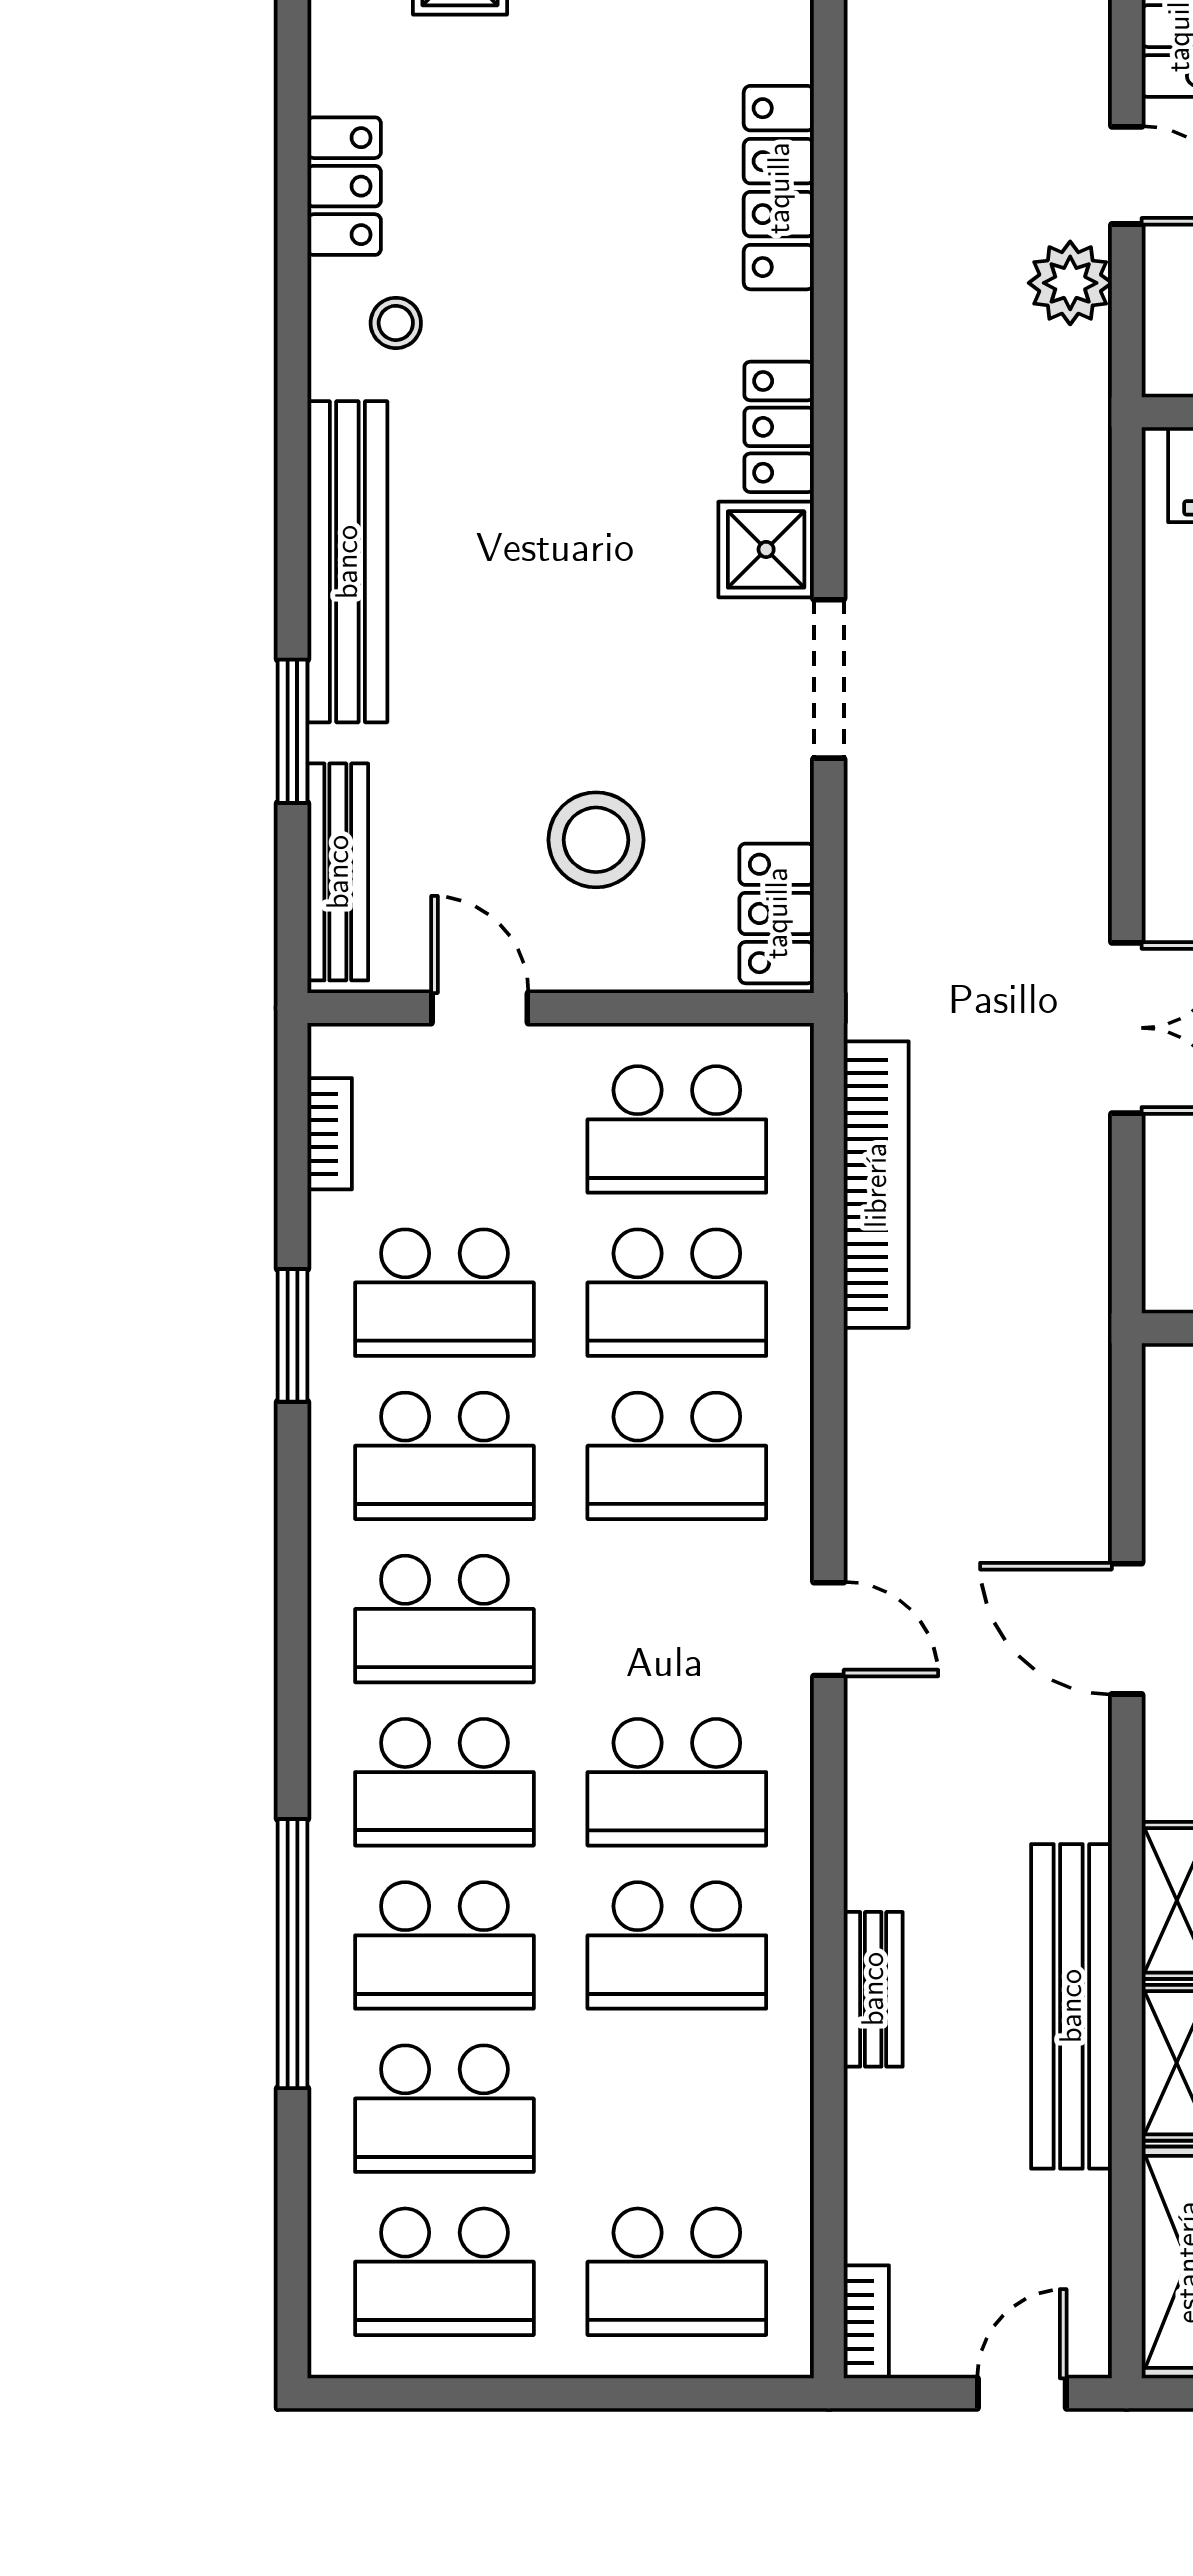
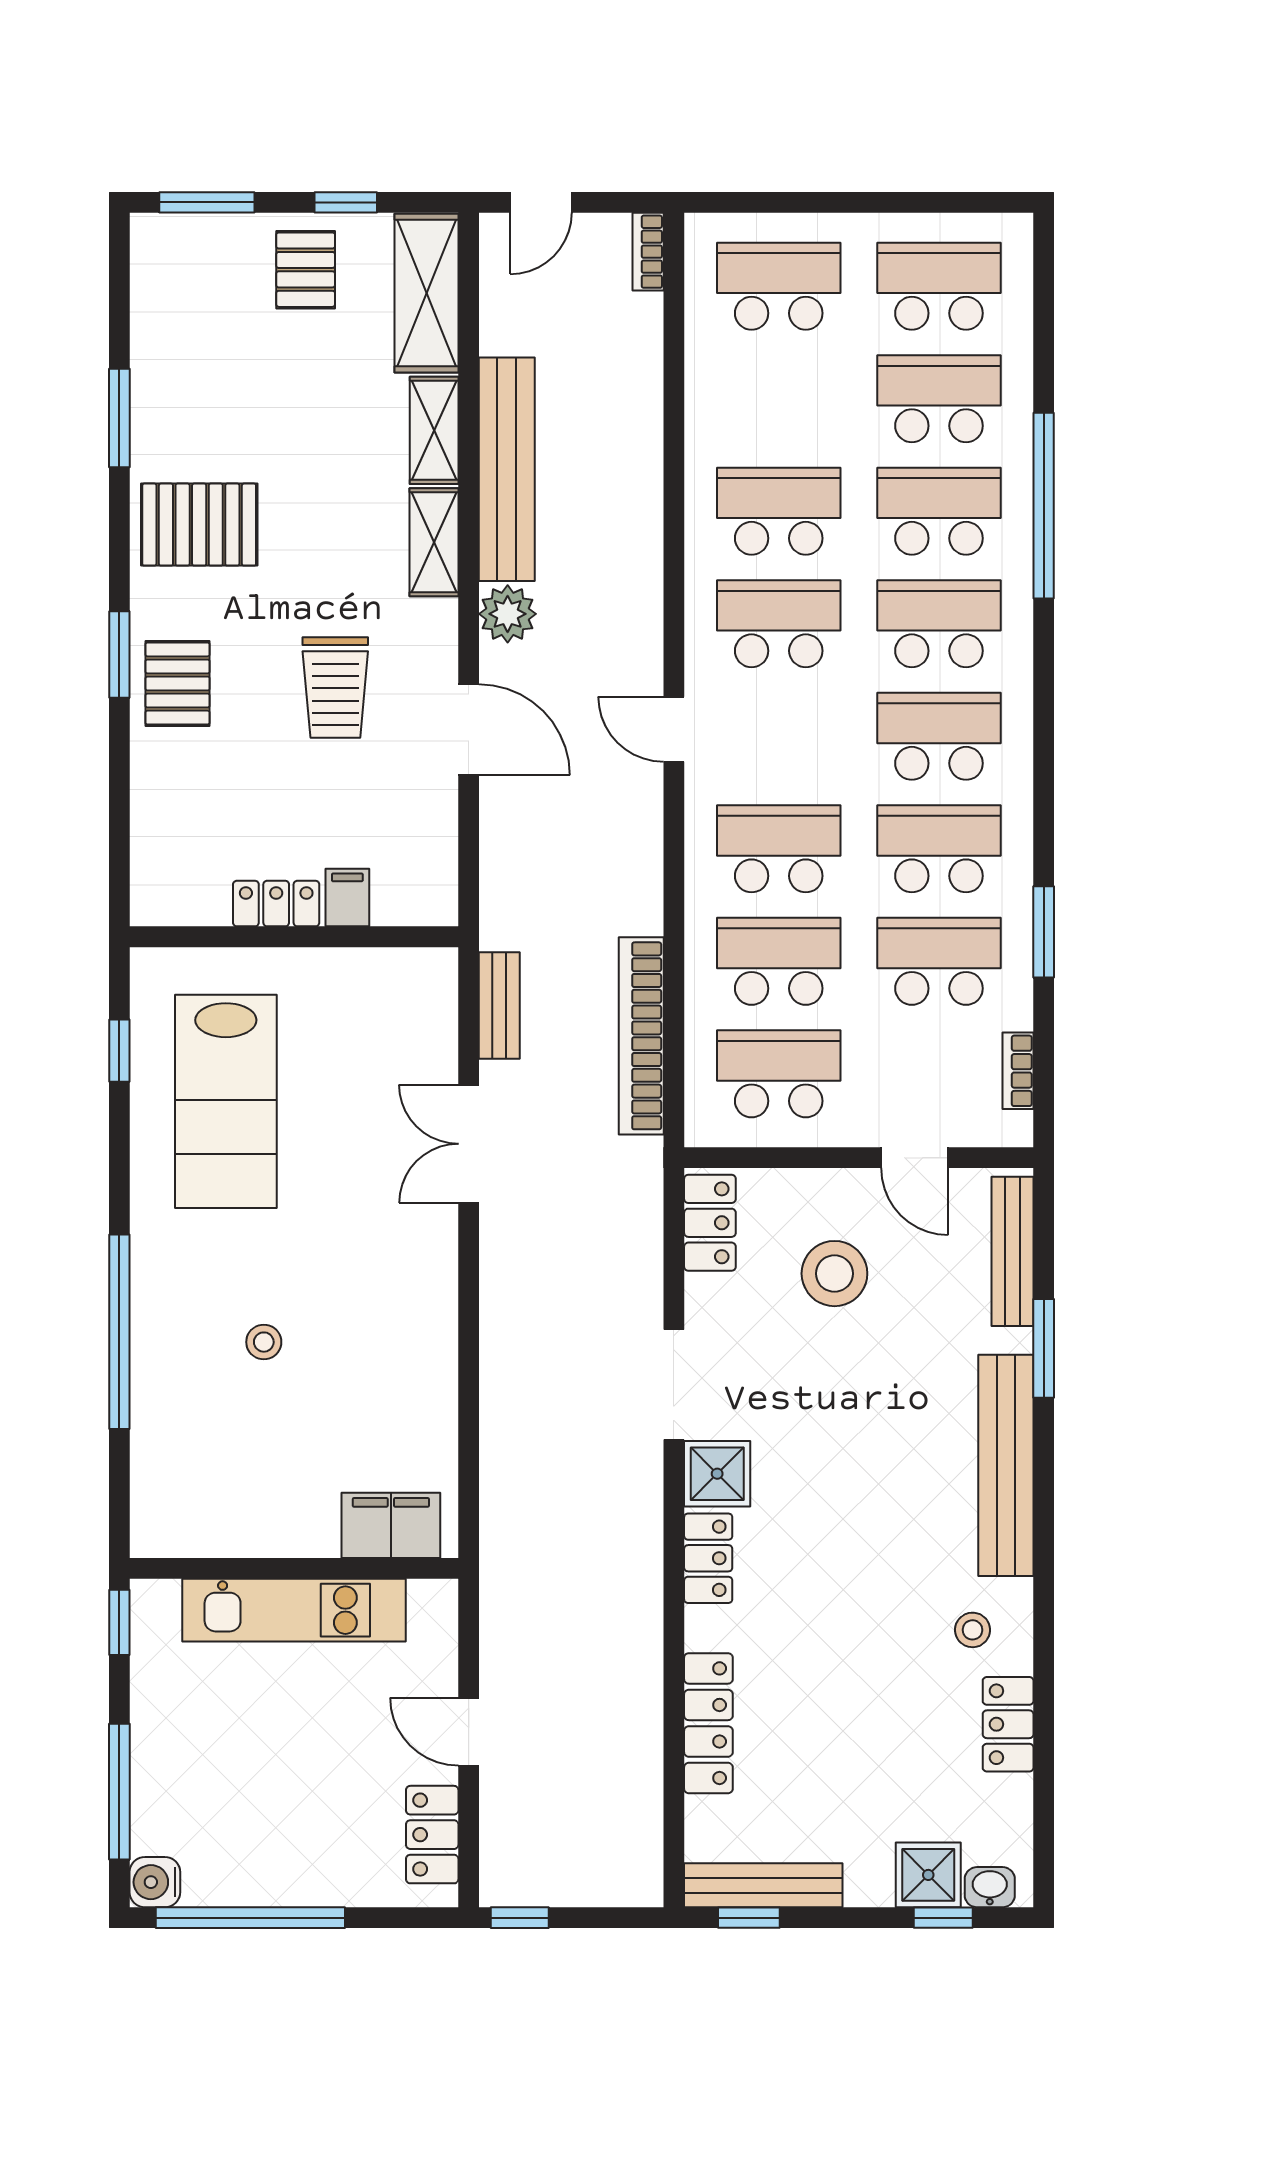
plant: (1070, 283) -> (508, 614), moved
bench: (873, 1989) -> (499, 1006), moved

